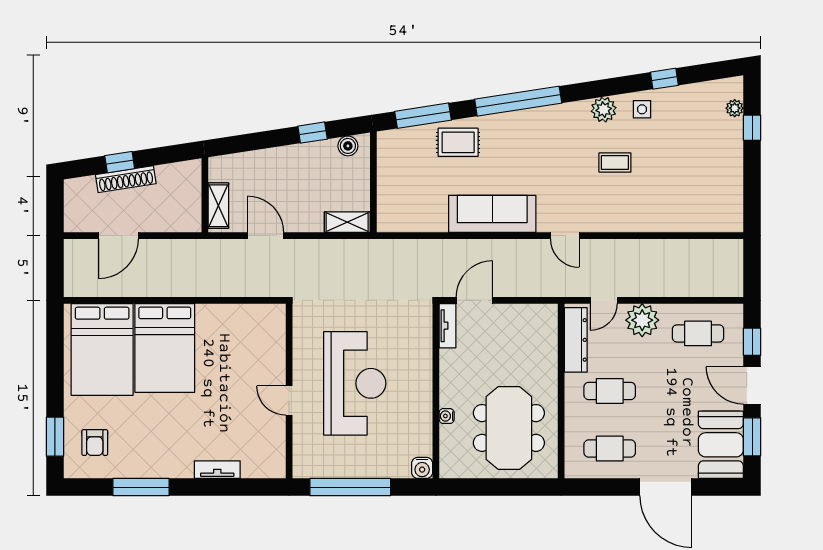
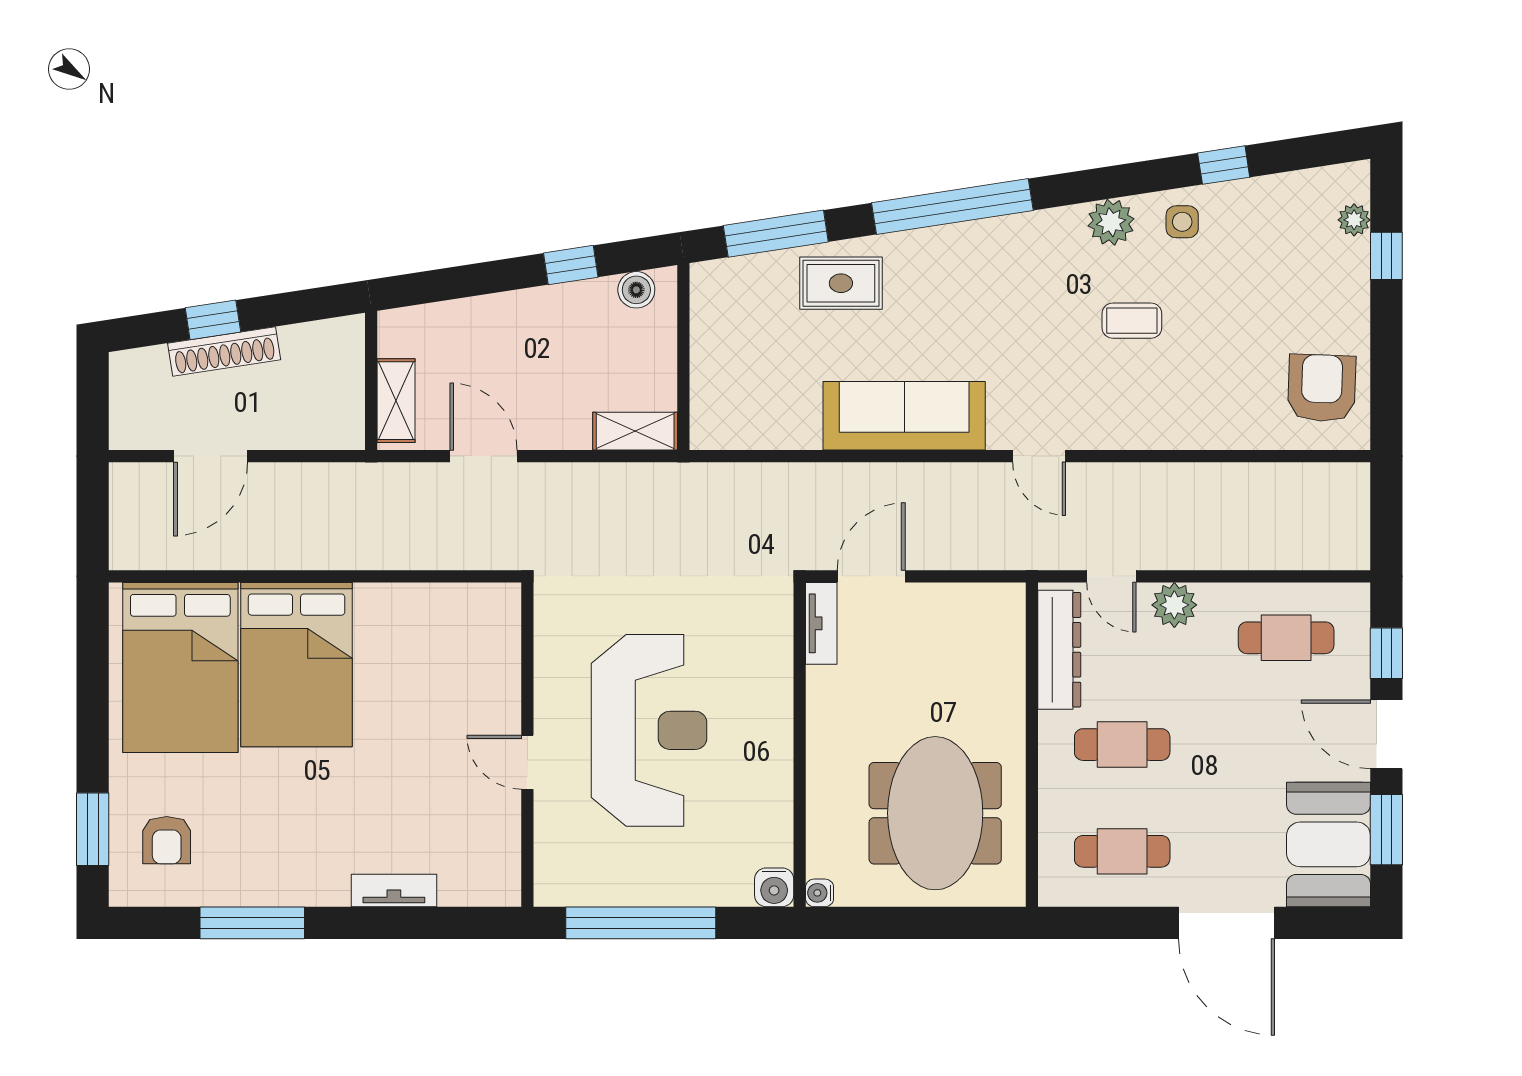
armchair: (717, 199) -> (1322, 388), added
door: (604, 300) -> (1111, 576), hinge flipped
plant: (642, 320) -> (1174, 605), width x0.73, depth x0.73
water cooler: (447, 416) -> (820, 893), moved

